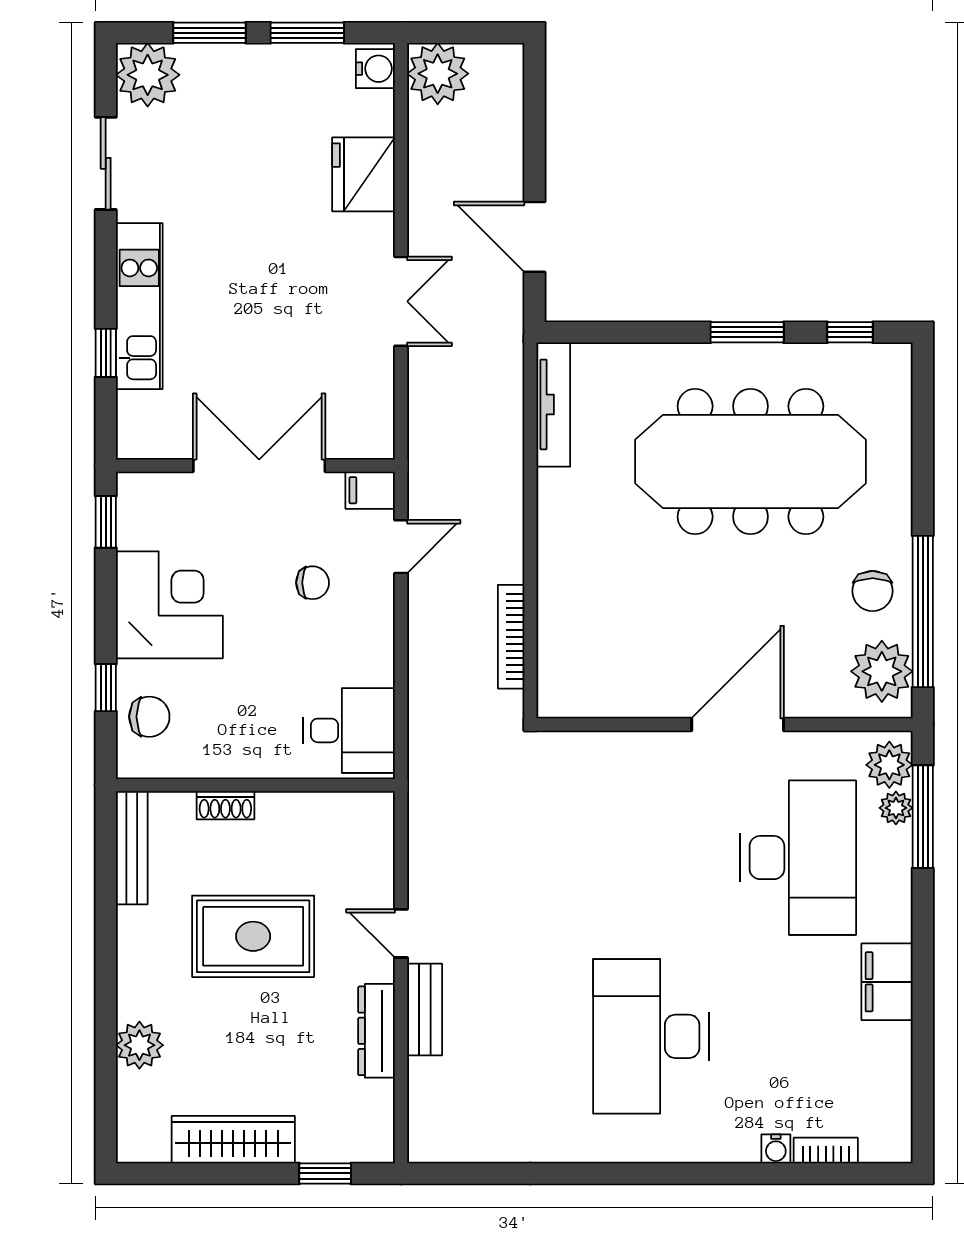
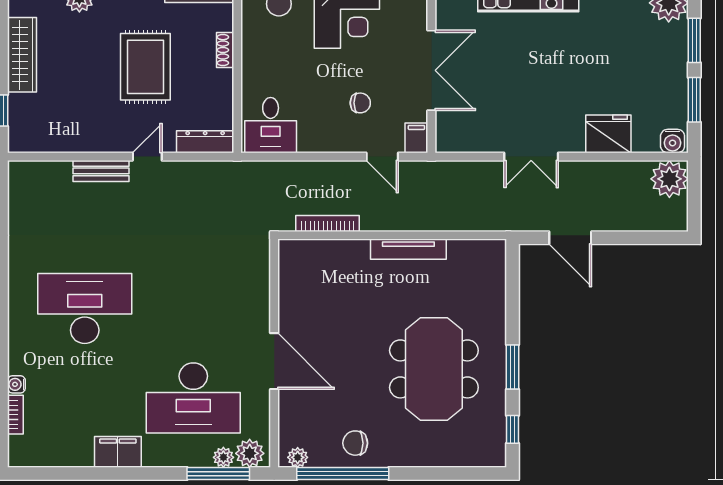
door: (534, 237) -> (570, 238), swing flipped
tv unit: (553, 404) -> (408, 249), moved
meeting table: (750, 462) -> (434, 369), width x0.73
chair: (313, 583) -> (360, 103), turned -90
plant: (882, 671) -> (298, 457), width x0.53, depth x0.53
dresser: (377, 1031) -> (205, 142), moved

